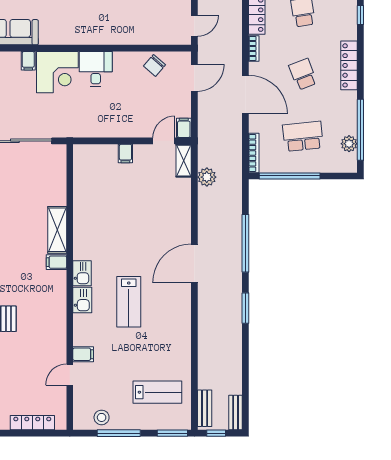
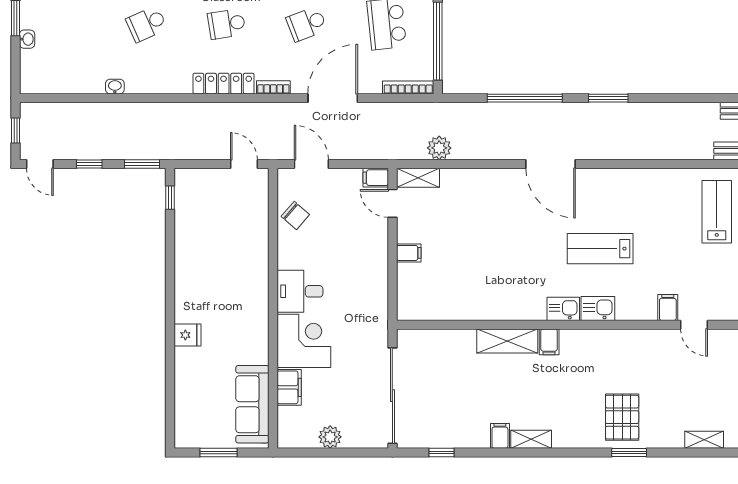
filing cabinet: (28, 61) -> (289, 387), width x2.00
lab bench: (129, 302) -> (600, 249), turned 180

